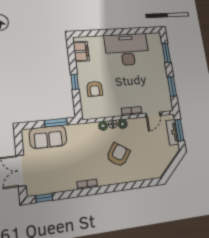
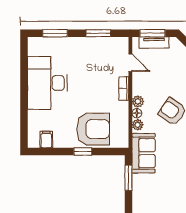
filing cabinet: (81, 51) -> (46, 140), width x0.50
armchair: (95, 89) -> (93, 129), width x1.88, depth x1.88
sofa: (48, 137) -> (144, 153), moved

